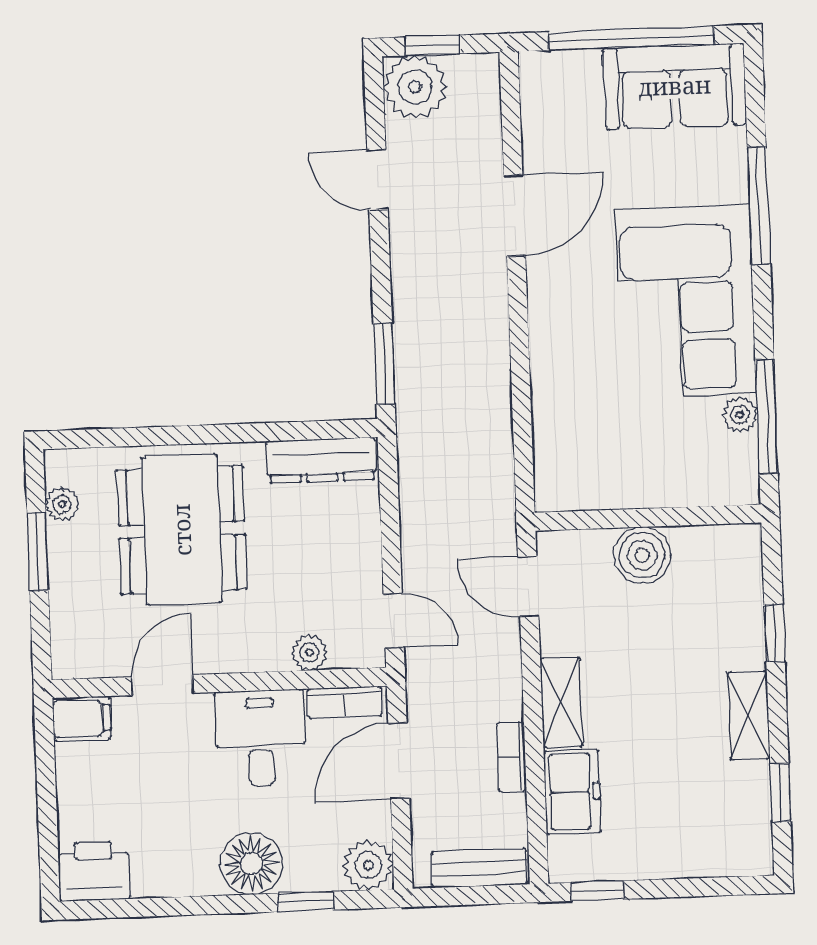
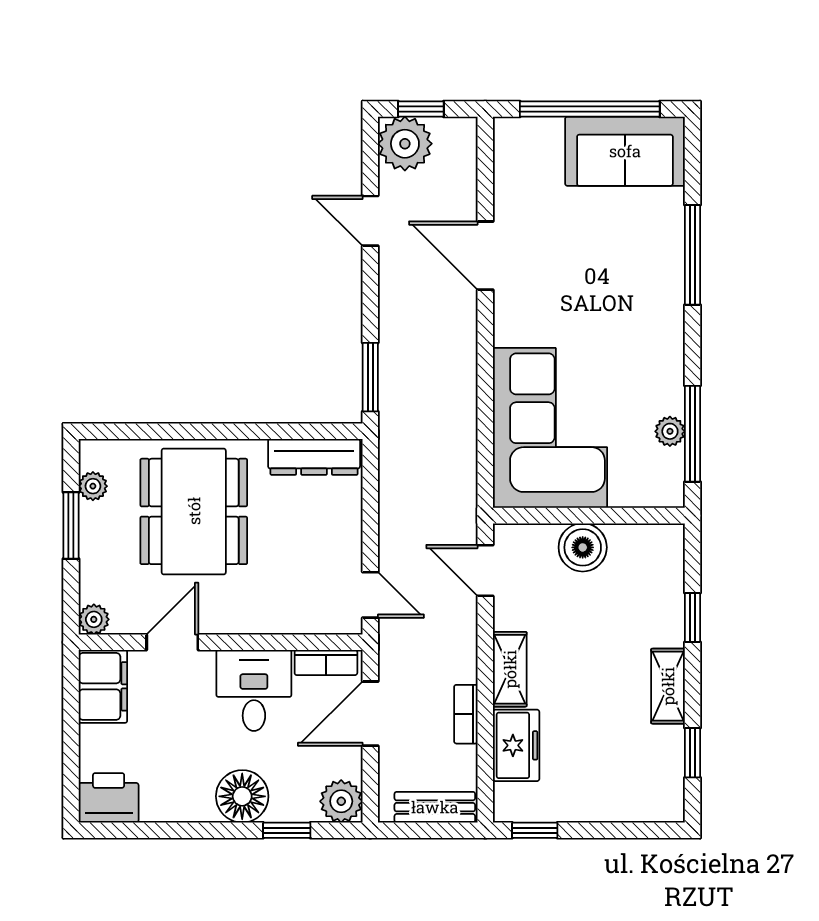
door: (515, 216) -> (485, 256), swing flipped
corner sofa: (686, 301) -> (550, 428), moved, turned 180
plant: (309, 653) -> (94, 619), moved
filing cabinet: (82, 718) -> (103, 686), width x2.00

